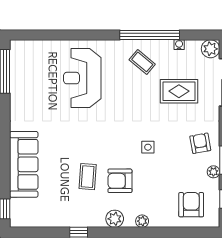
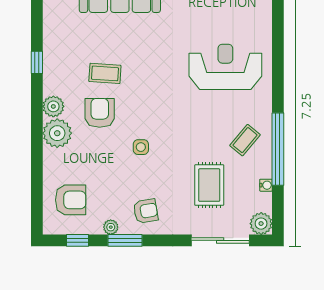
plant: (142, 221) -> (57, 133), width x1.88, depth x1.88

